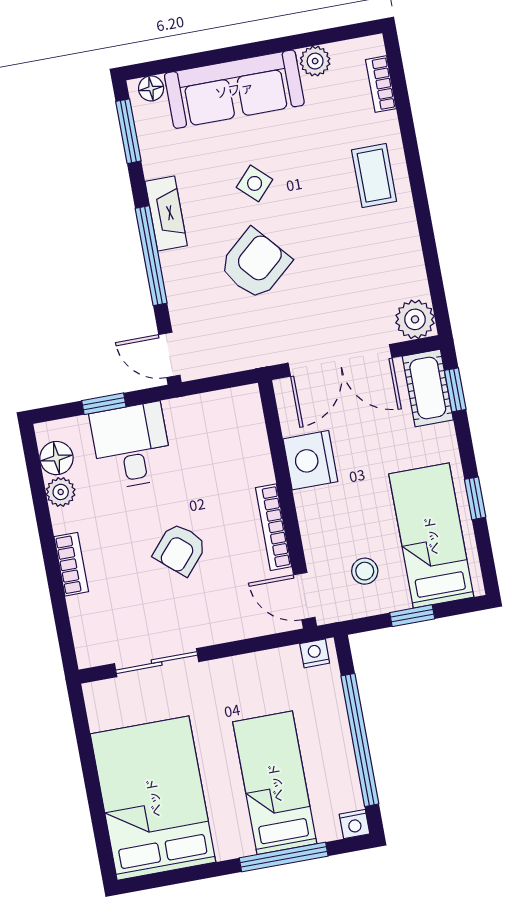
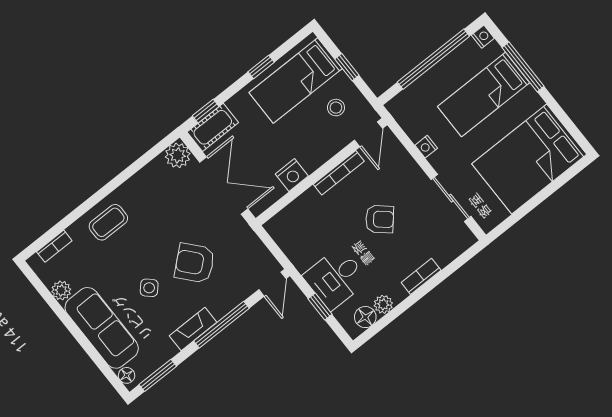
nightstand: (310, 460) -> (292, 175), width x0.74, depth x0.75
nightstand: (315, 653) -> (426, 147), moved

